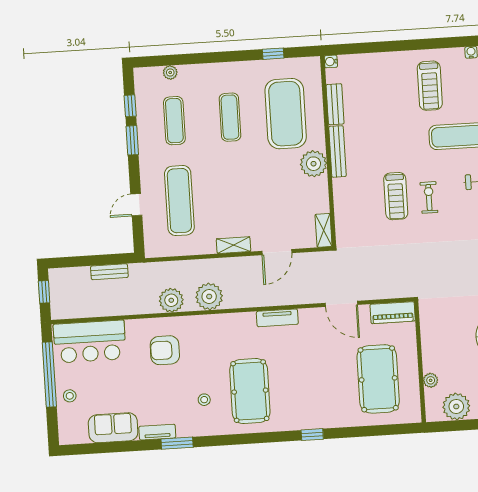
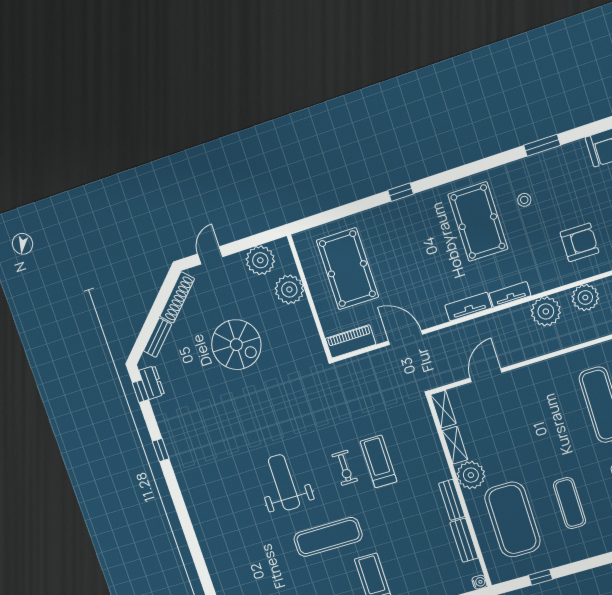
bench: (337, 151) -> (452, 500), width x0.73
shelving: (234, 245) -> (455, 445), moved, turned 90
plant: (431, 380) -> (289, 289), width x1.87, depth x1.87
tv unit: (157, 432) -> (510, 294), moved, turned 180

